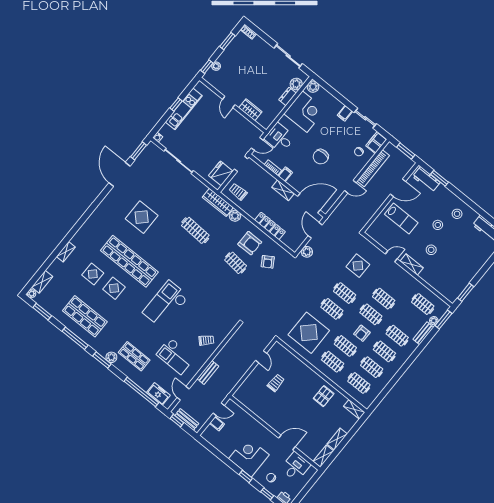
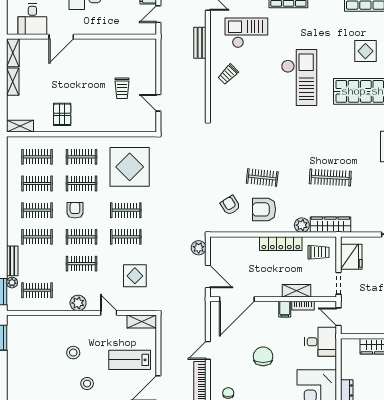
door: (257, 144) -> (338, 317), hinge flipped
shelving: (283, 190) -> (297, 291), moved
locker: (270, 226) -> (281, 244), moved
door: (391, 256) -> (109, 313), swing flipped
shelving: (412, 265) -> (142, 322), moved
plant: (405, 277) -> (78, 303), added

